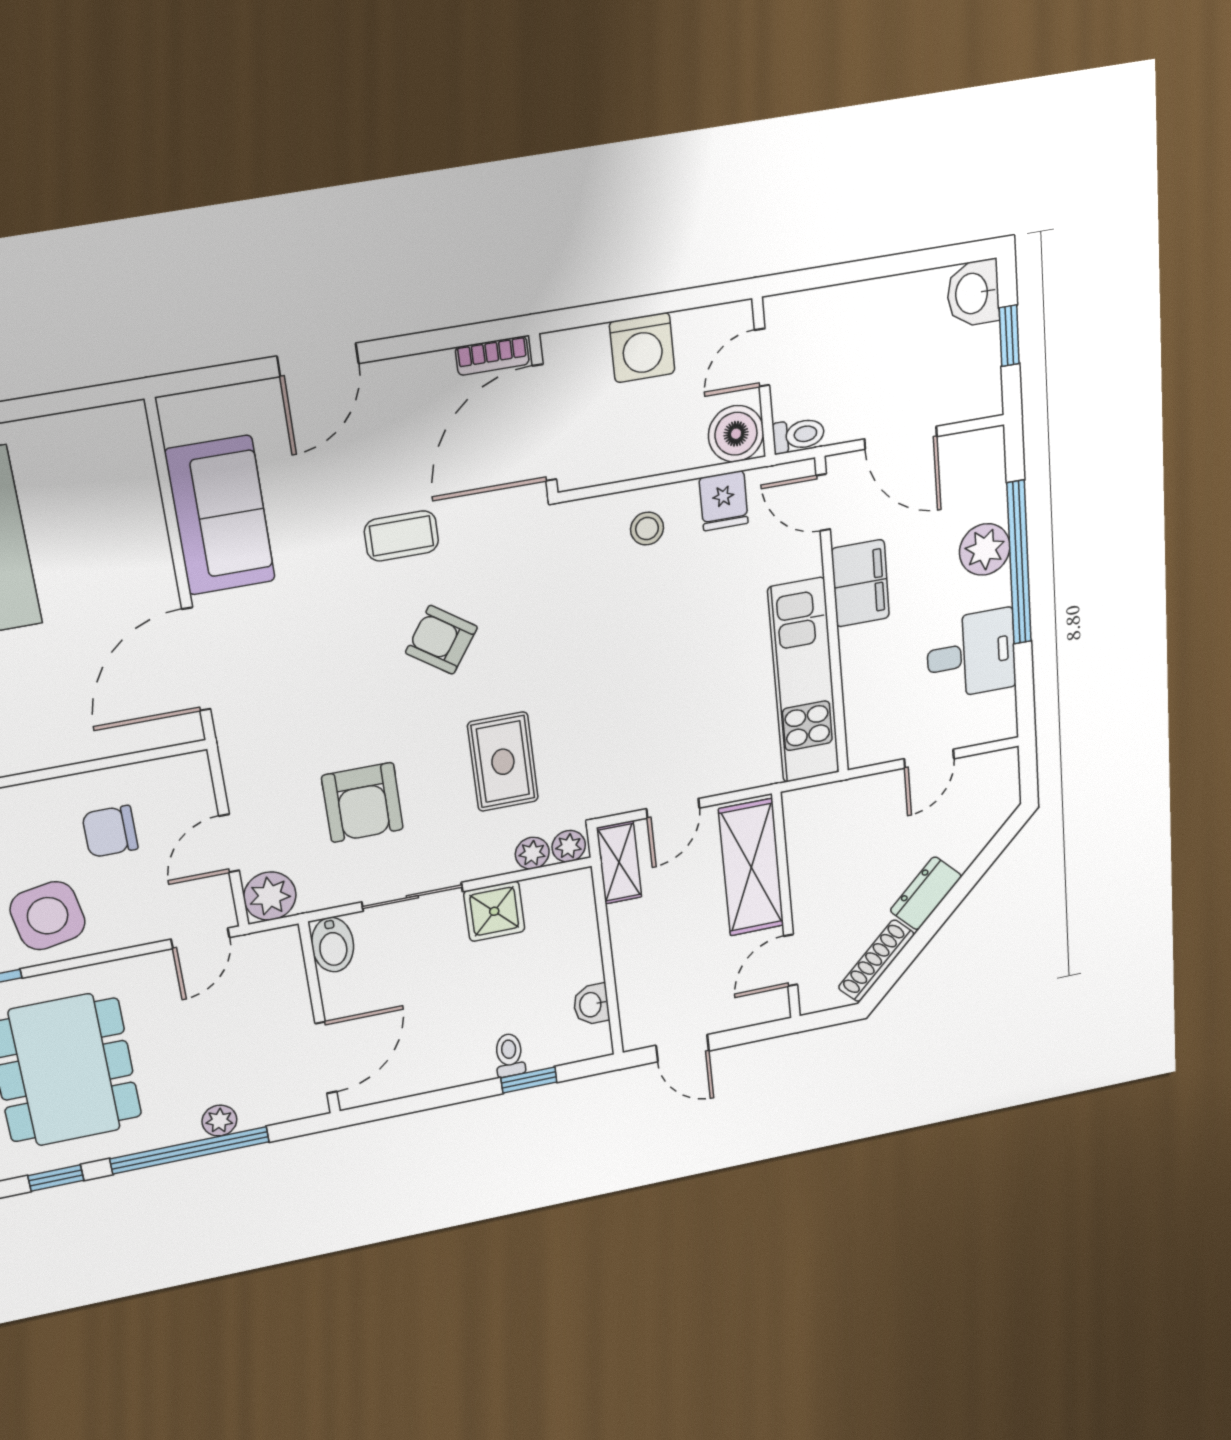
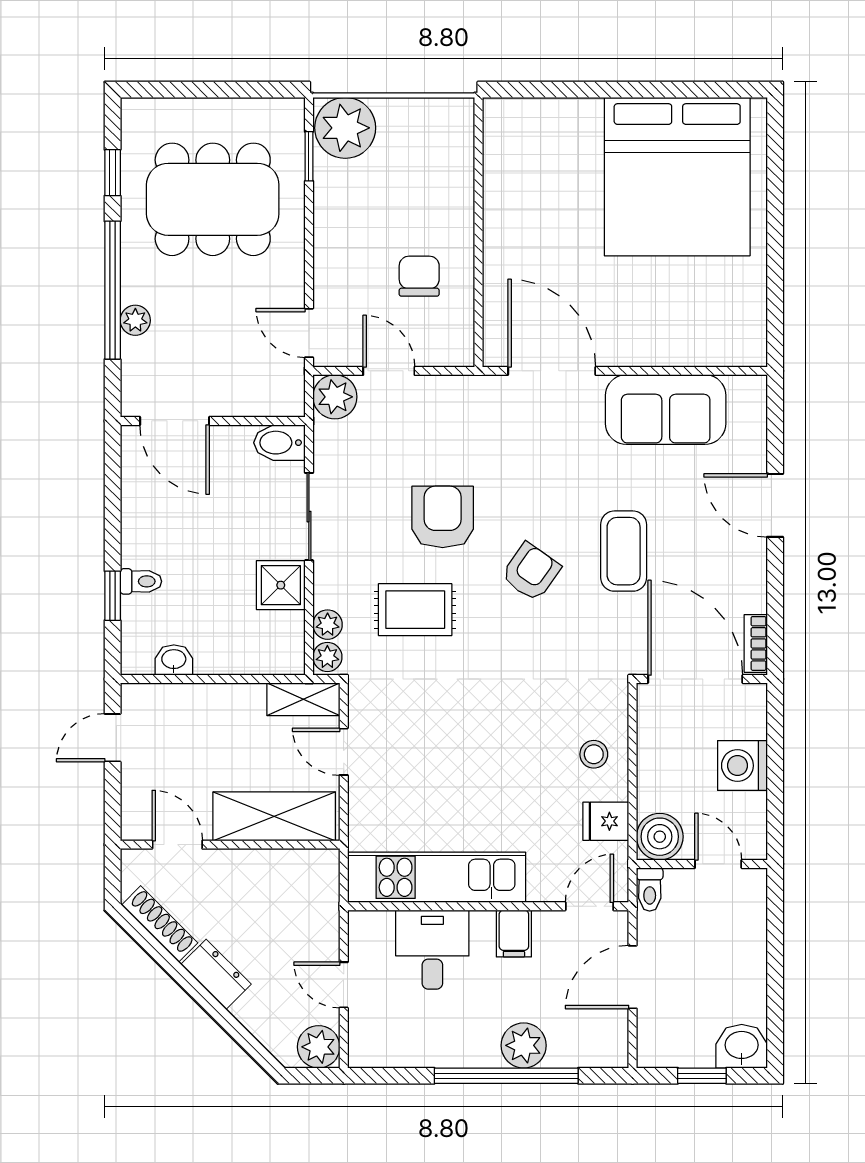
coffee table: (401, 536) -> (624, 551), width x1.36, depth x1.30
filing cabinet: (860, 583) -> (514, 934), width x0.50
desk: (971, 654) -> (432, 950), moved, turned 180
plant: (997, 772) -> (319, 1047), added
armchair: (362, 803) -> (443, 517), moved, turned 90
side table: (48, 916) -> (356, 212), removed

